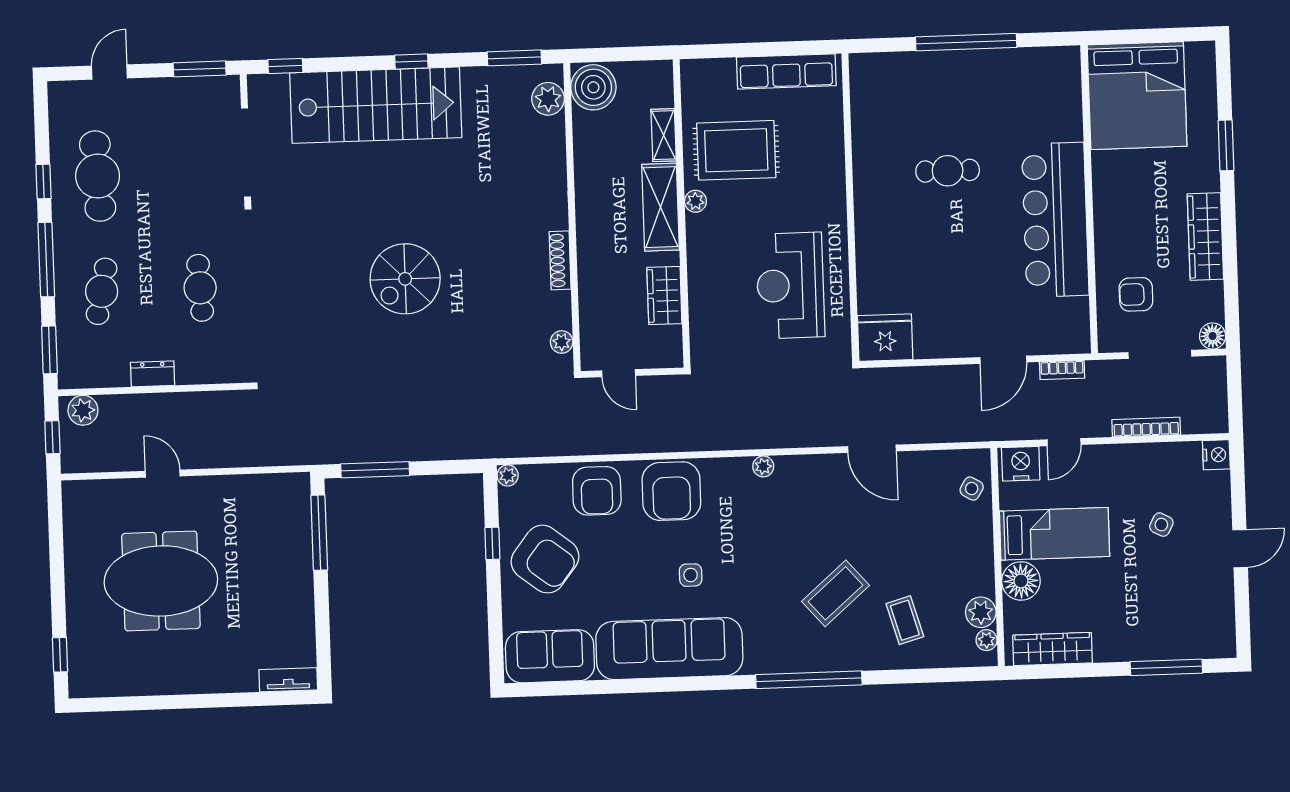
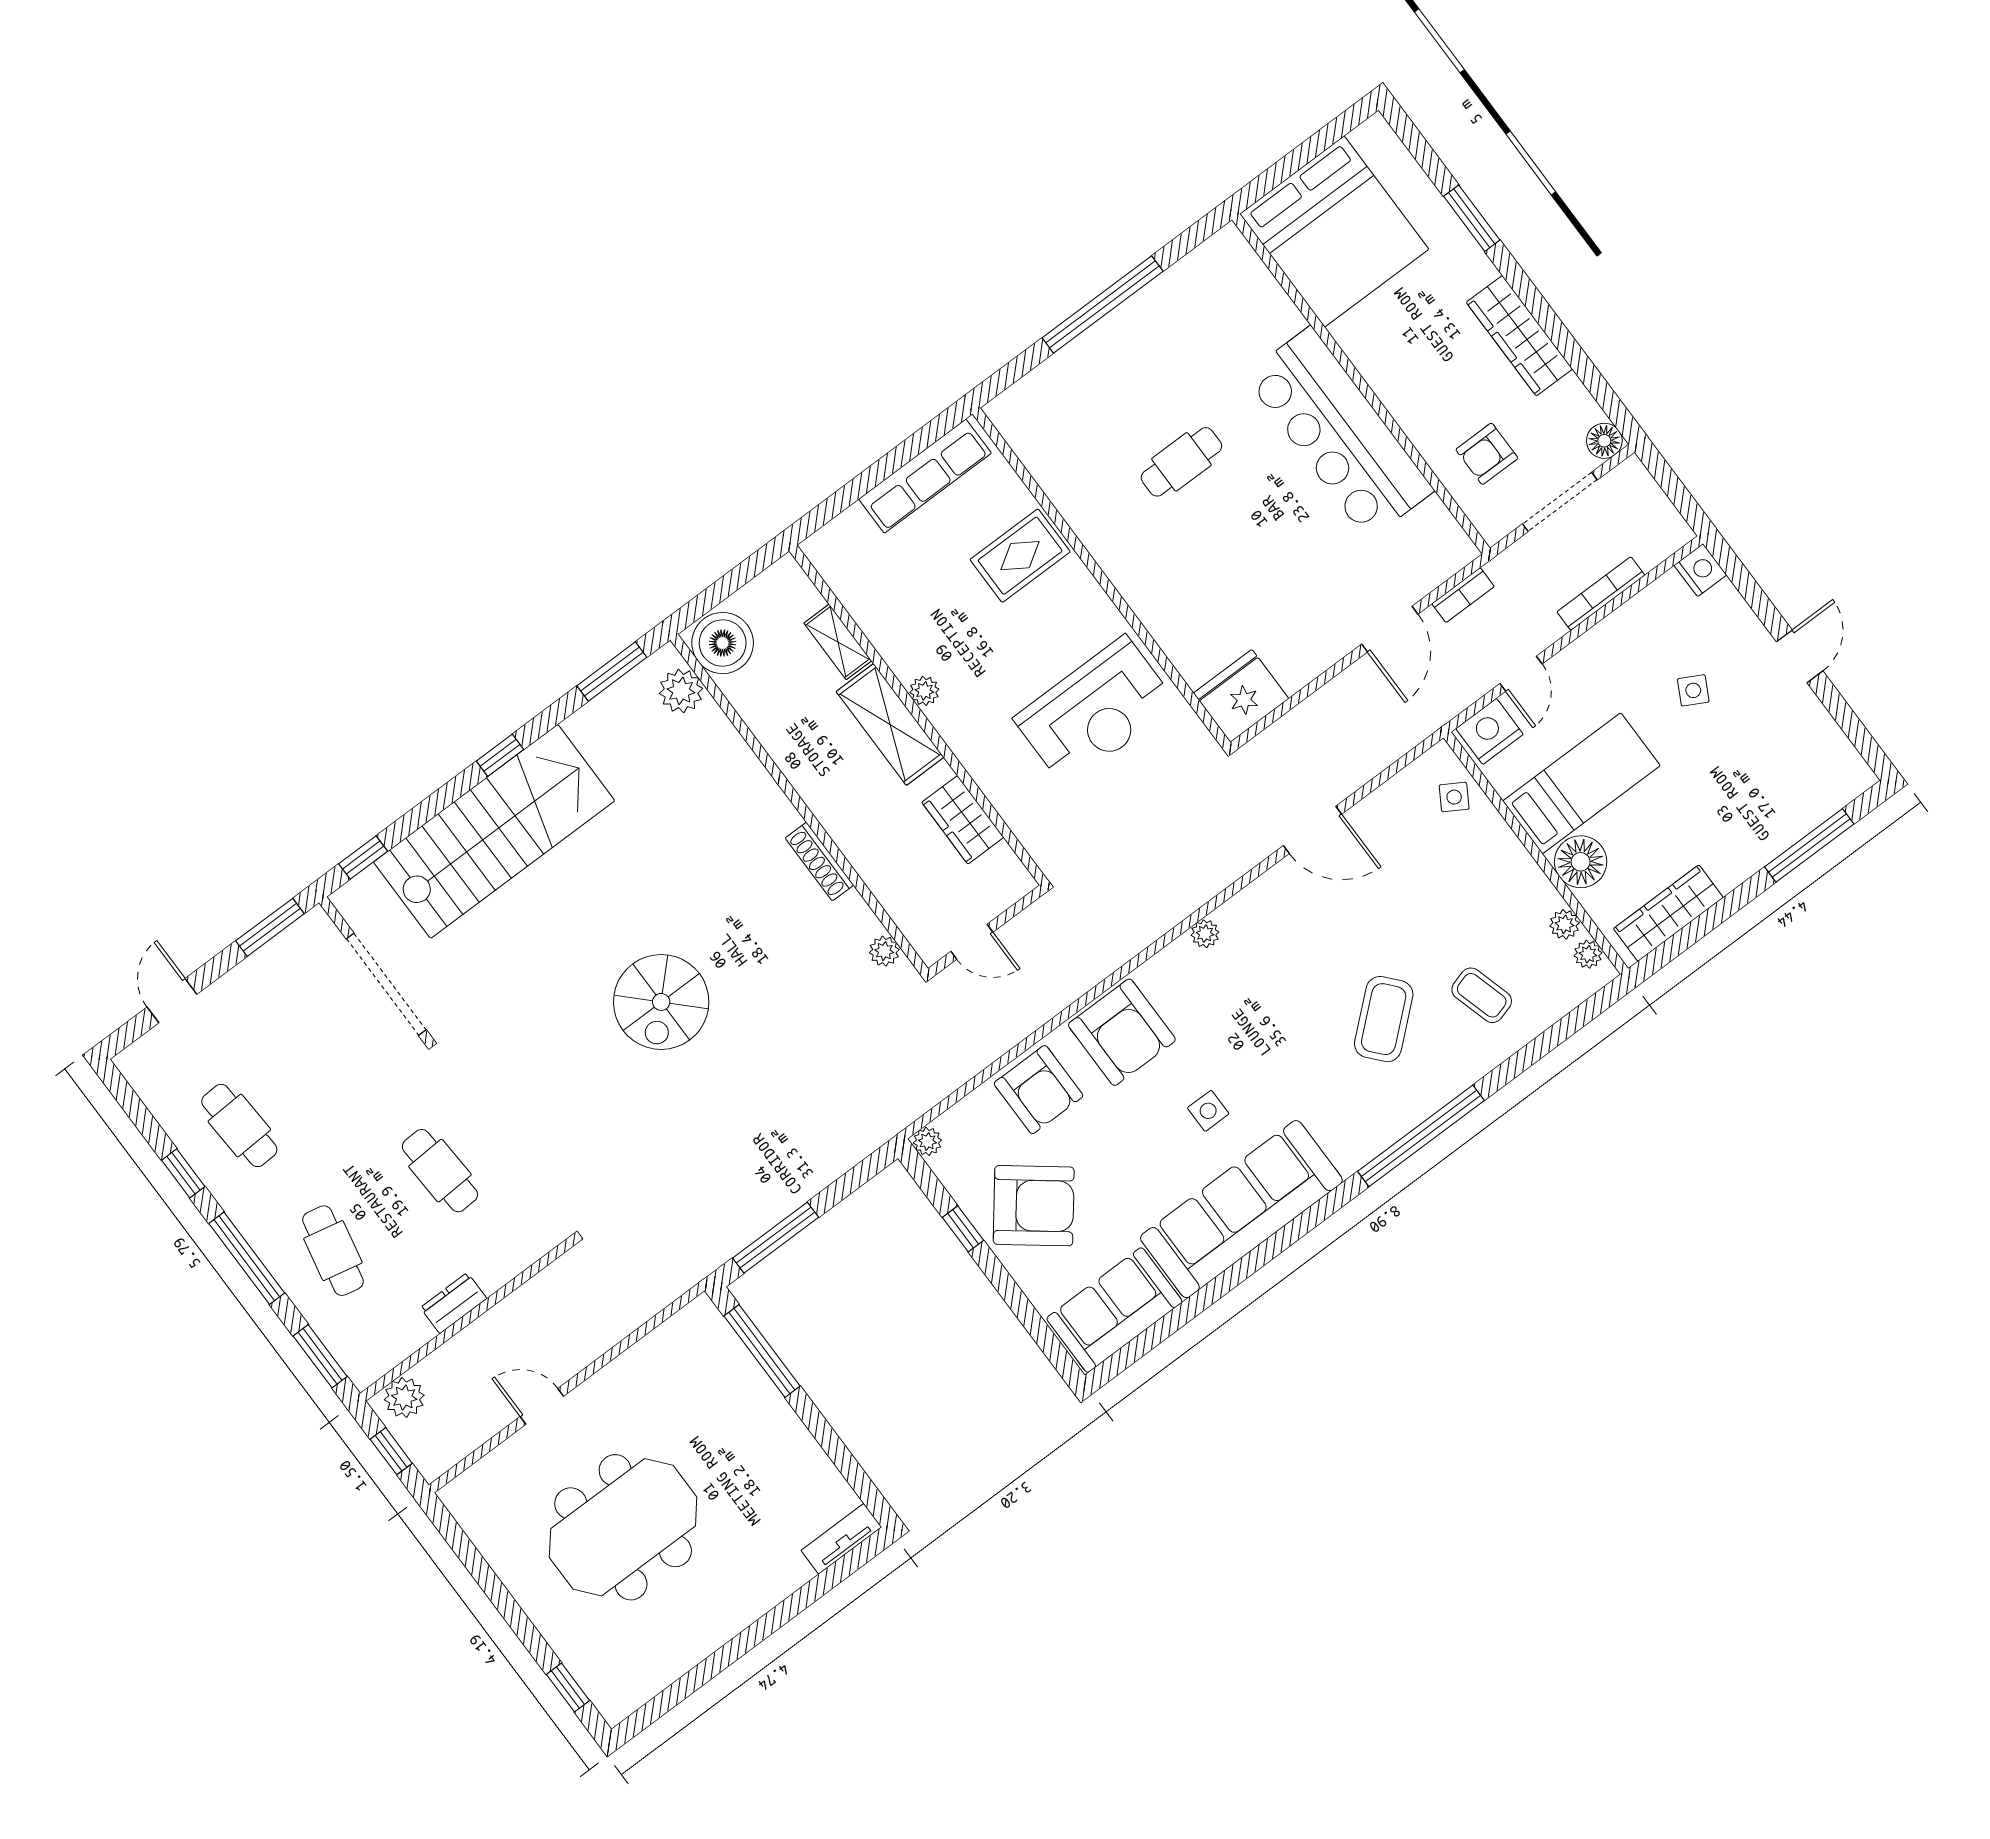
rug: (736, 150) -> (1020, 556), moved, width x0.73, depth x0.70
cafe table: (98, 176) -> (239, 1125), width x0.73, depth x0.74
reception desk: (790, 285) -> (1095, 711), turned -90
plant: (981, 612) -> (1565, 924), width x0.73, depth x0.73

